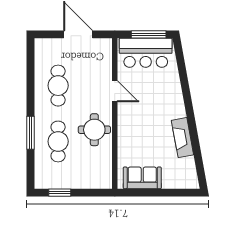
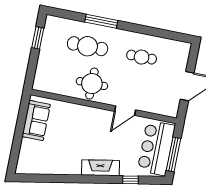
window: (182, 72) -> (131, 180), added
cafe table: (58, 86) -> (142, 57), width x0.73, depth x0.74
fireplace: (182, 138) -> (100, 168), moved

